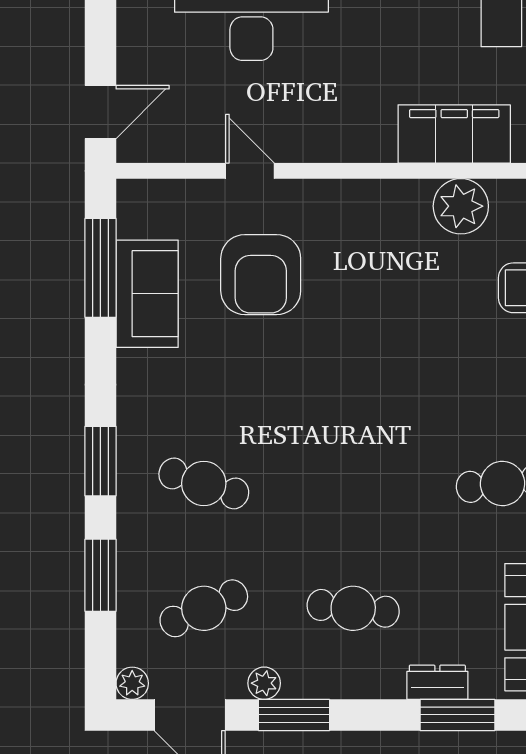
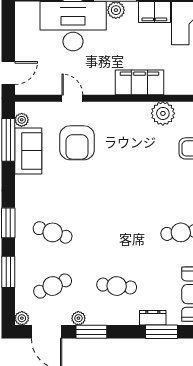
filing cabinet: (454, 134) -> (139, 82), moved
plant: (132, 221) -> (22, 120), added

